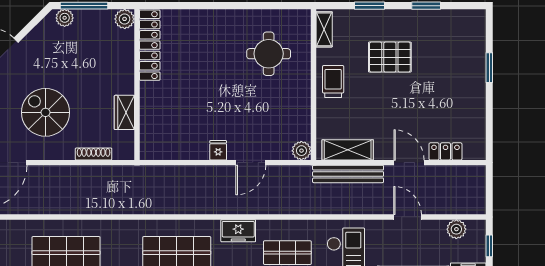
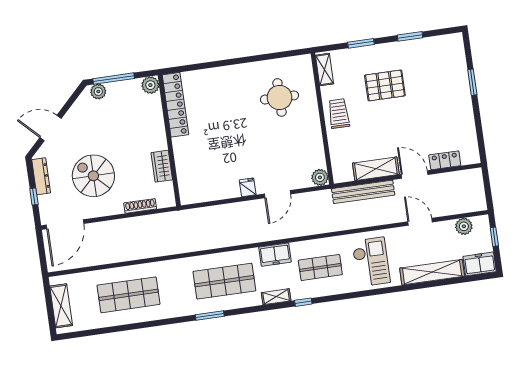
shelving: (348, 150) -> (376, 169), moved

